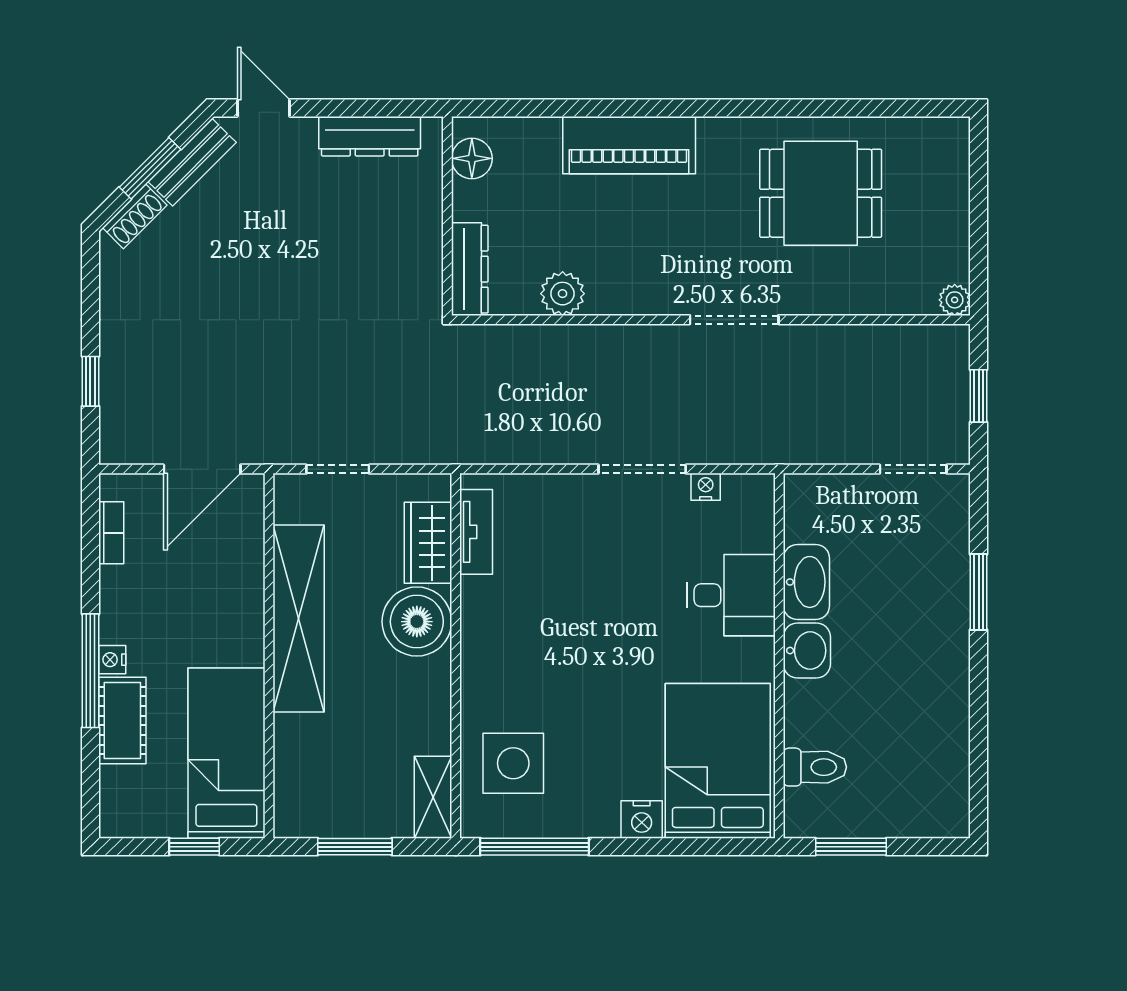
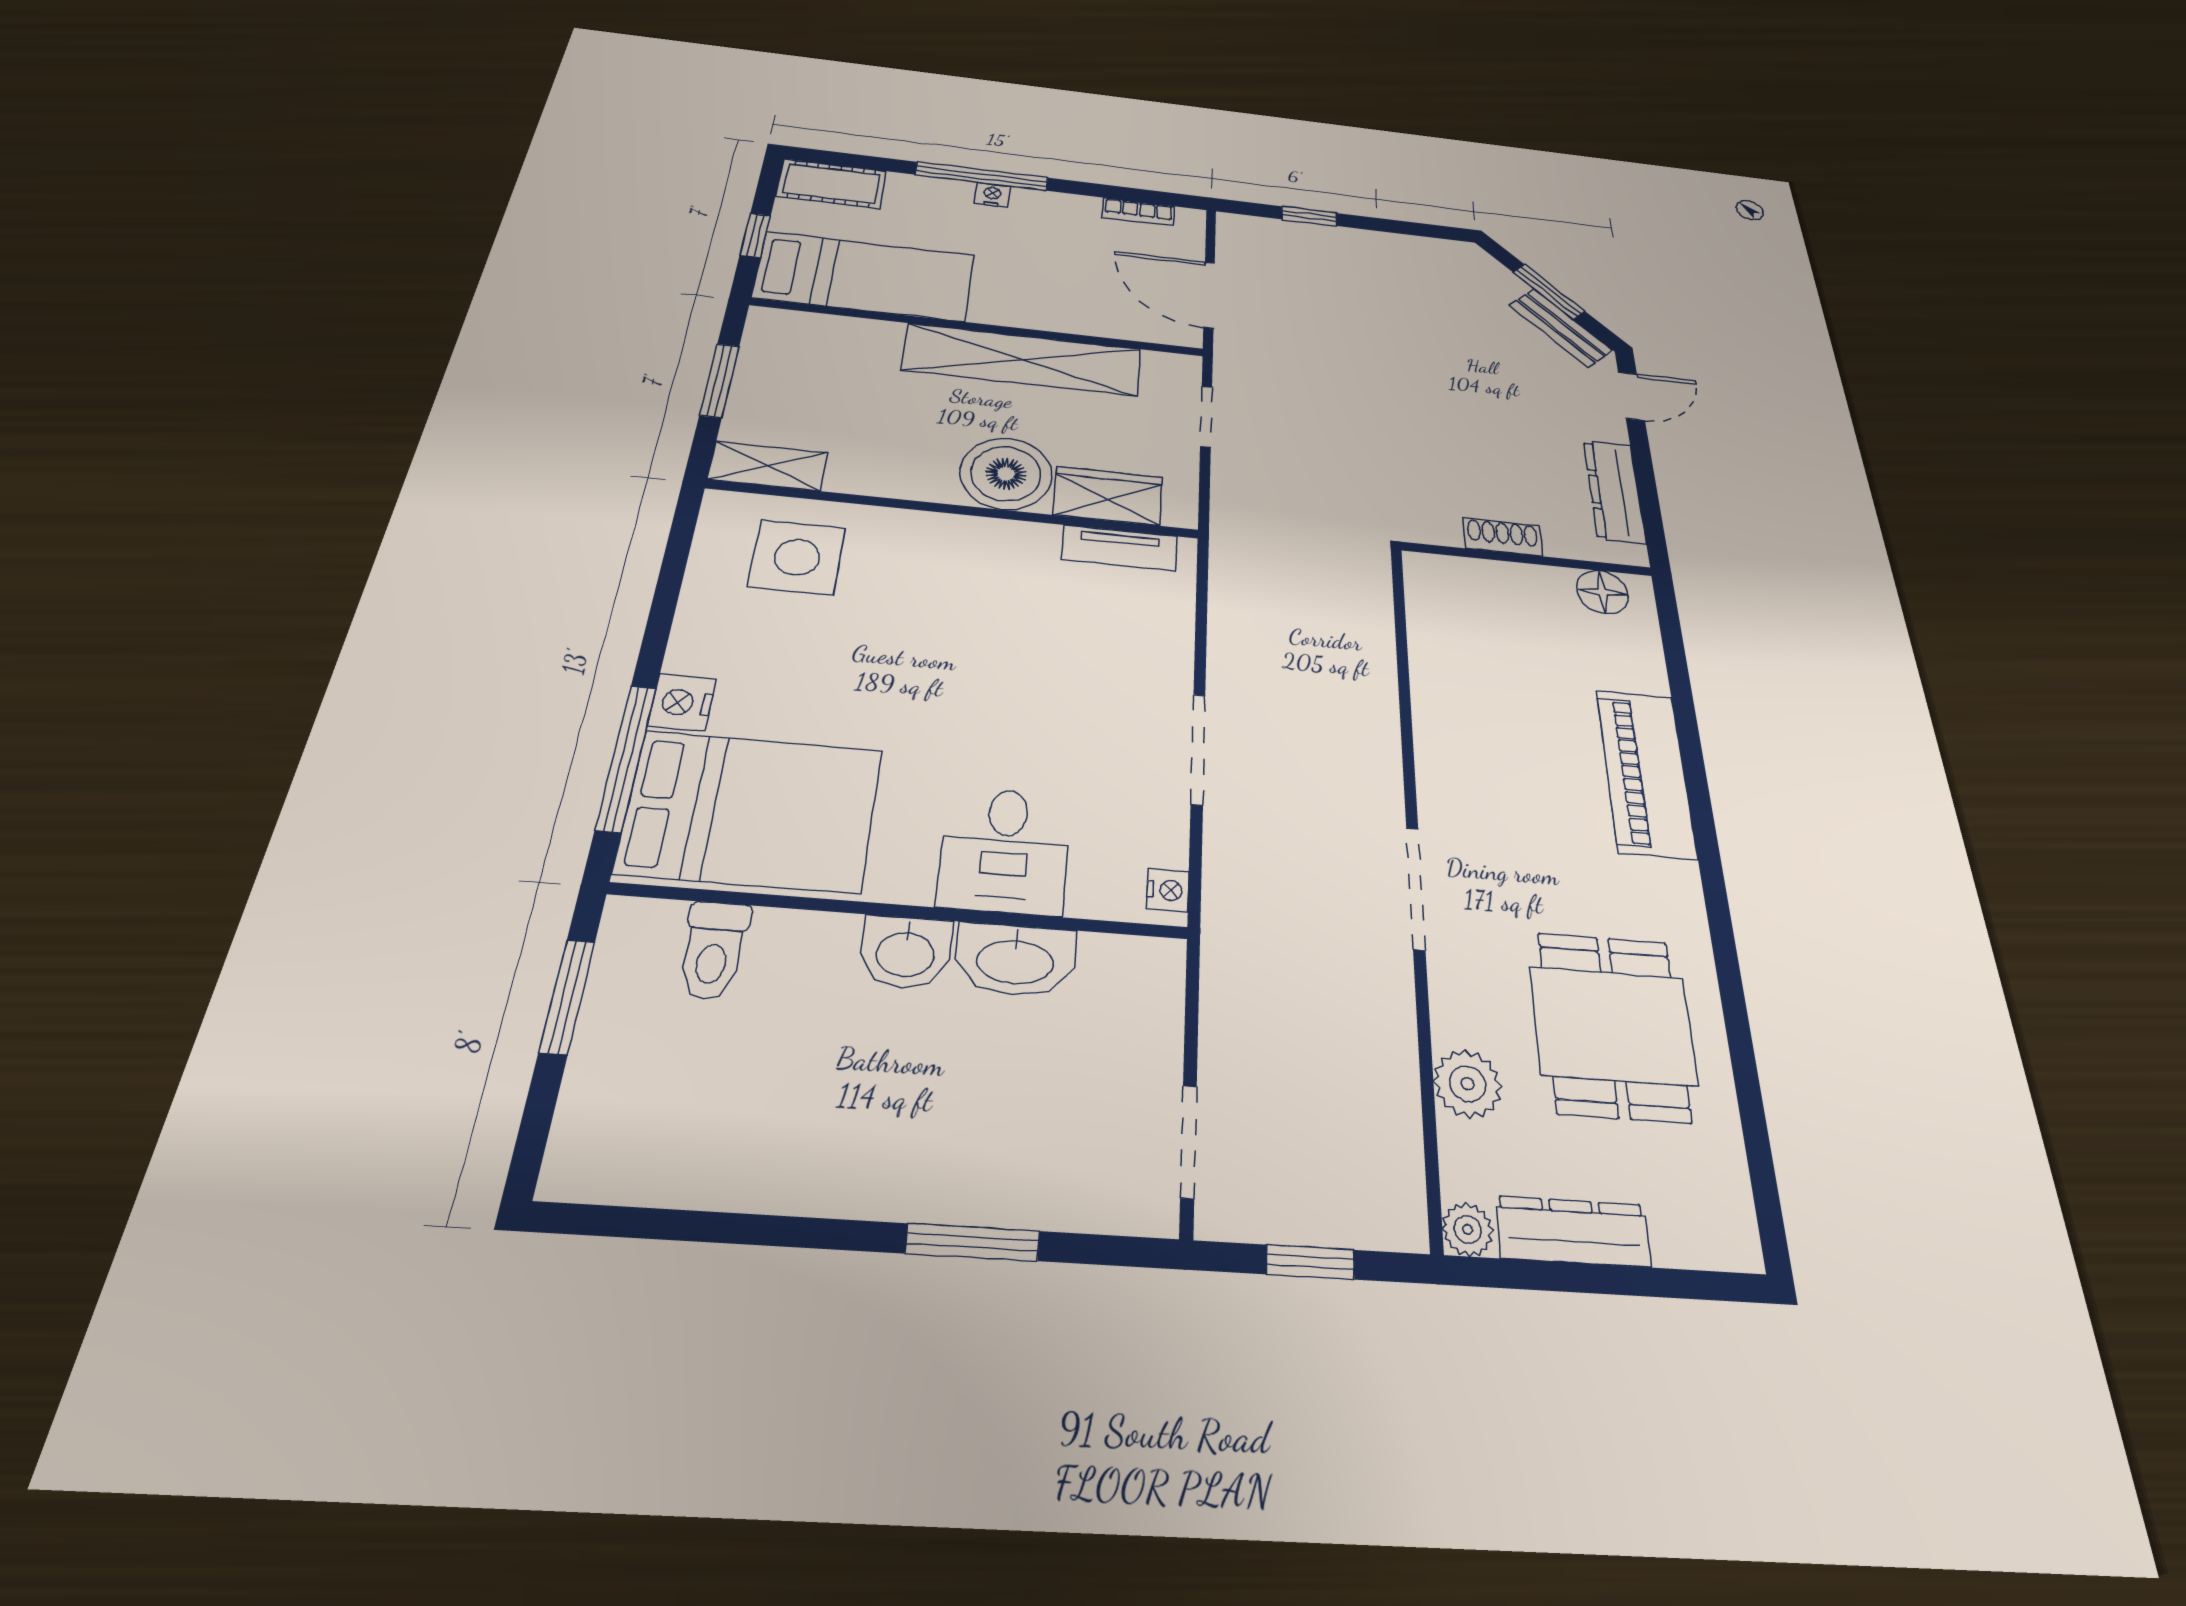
shoe rack: (135, 216) -> (1503, 537), moved, turned 135
dresser: (470, 269) -> (1573, 1232), moved, turned 180
plant: (563, 294) -> (1467, 1084), moved
nightstand: (706, 487) -> (1168, 890), moved
cot: (122, 721) -> (832, 184), moved
window: (535, 847) -> (626, 758), moved

